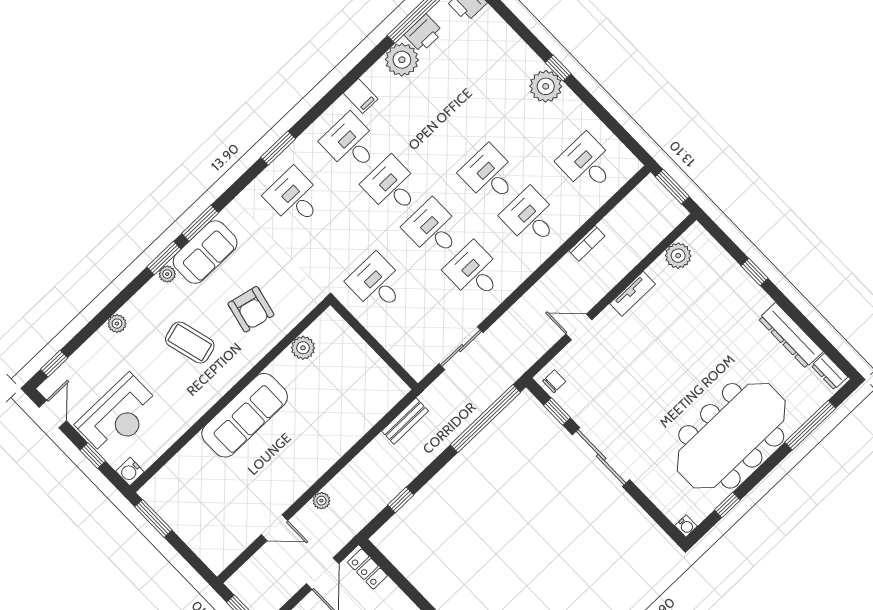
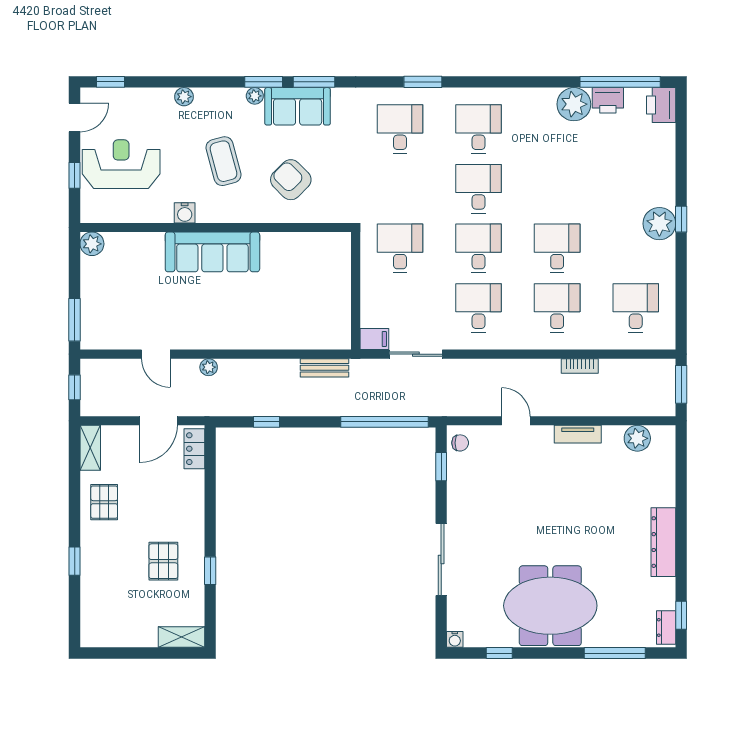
filing cabinet: (361, 96) -> (374, 339), moved, turned -90
window: (754, 272) -> (681, 615), moved
armchair: (251, 309) -> (291, 180), turned 122
dresser: (791, 335) -> (663, 542), moved
plant: (303, 348) -> (92, 244), moved
reception desk: (118, 415) -> (121, 164), turned 180
meeting table: (731, 436) -> (550, 606), width x0.73
sliding door: (601, 457) -> (441, 560), moved
water cooler: (130, 472) -> (185, 213), moved, turned -90
window: (153, 518) -> (75, 320), moved

